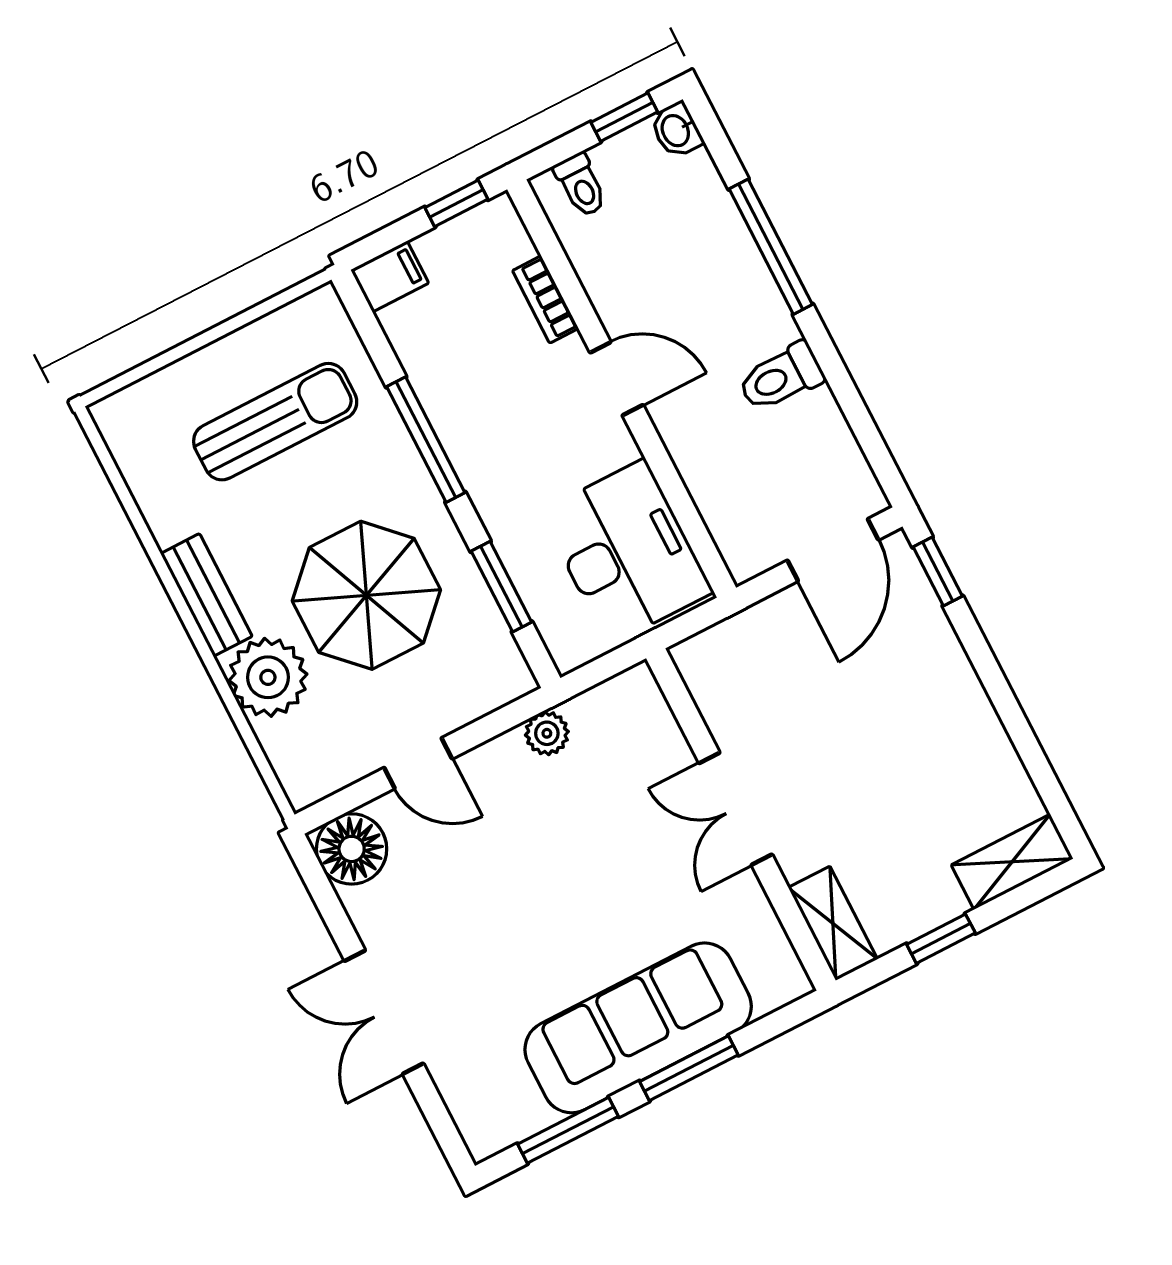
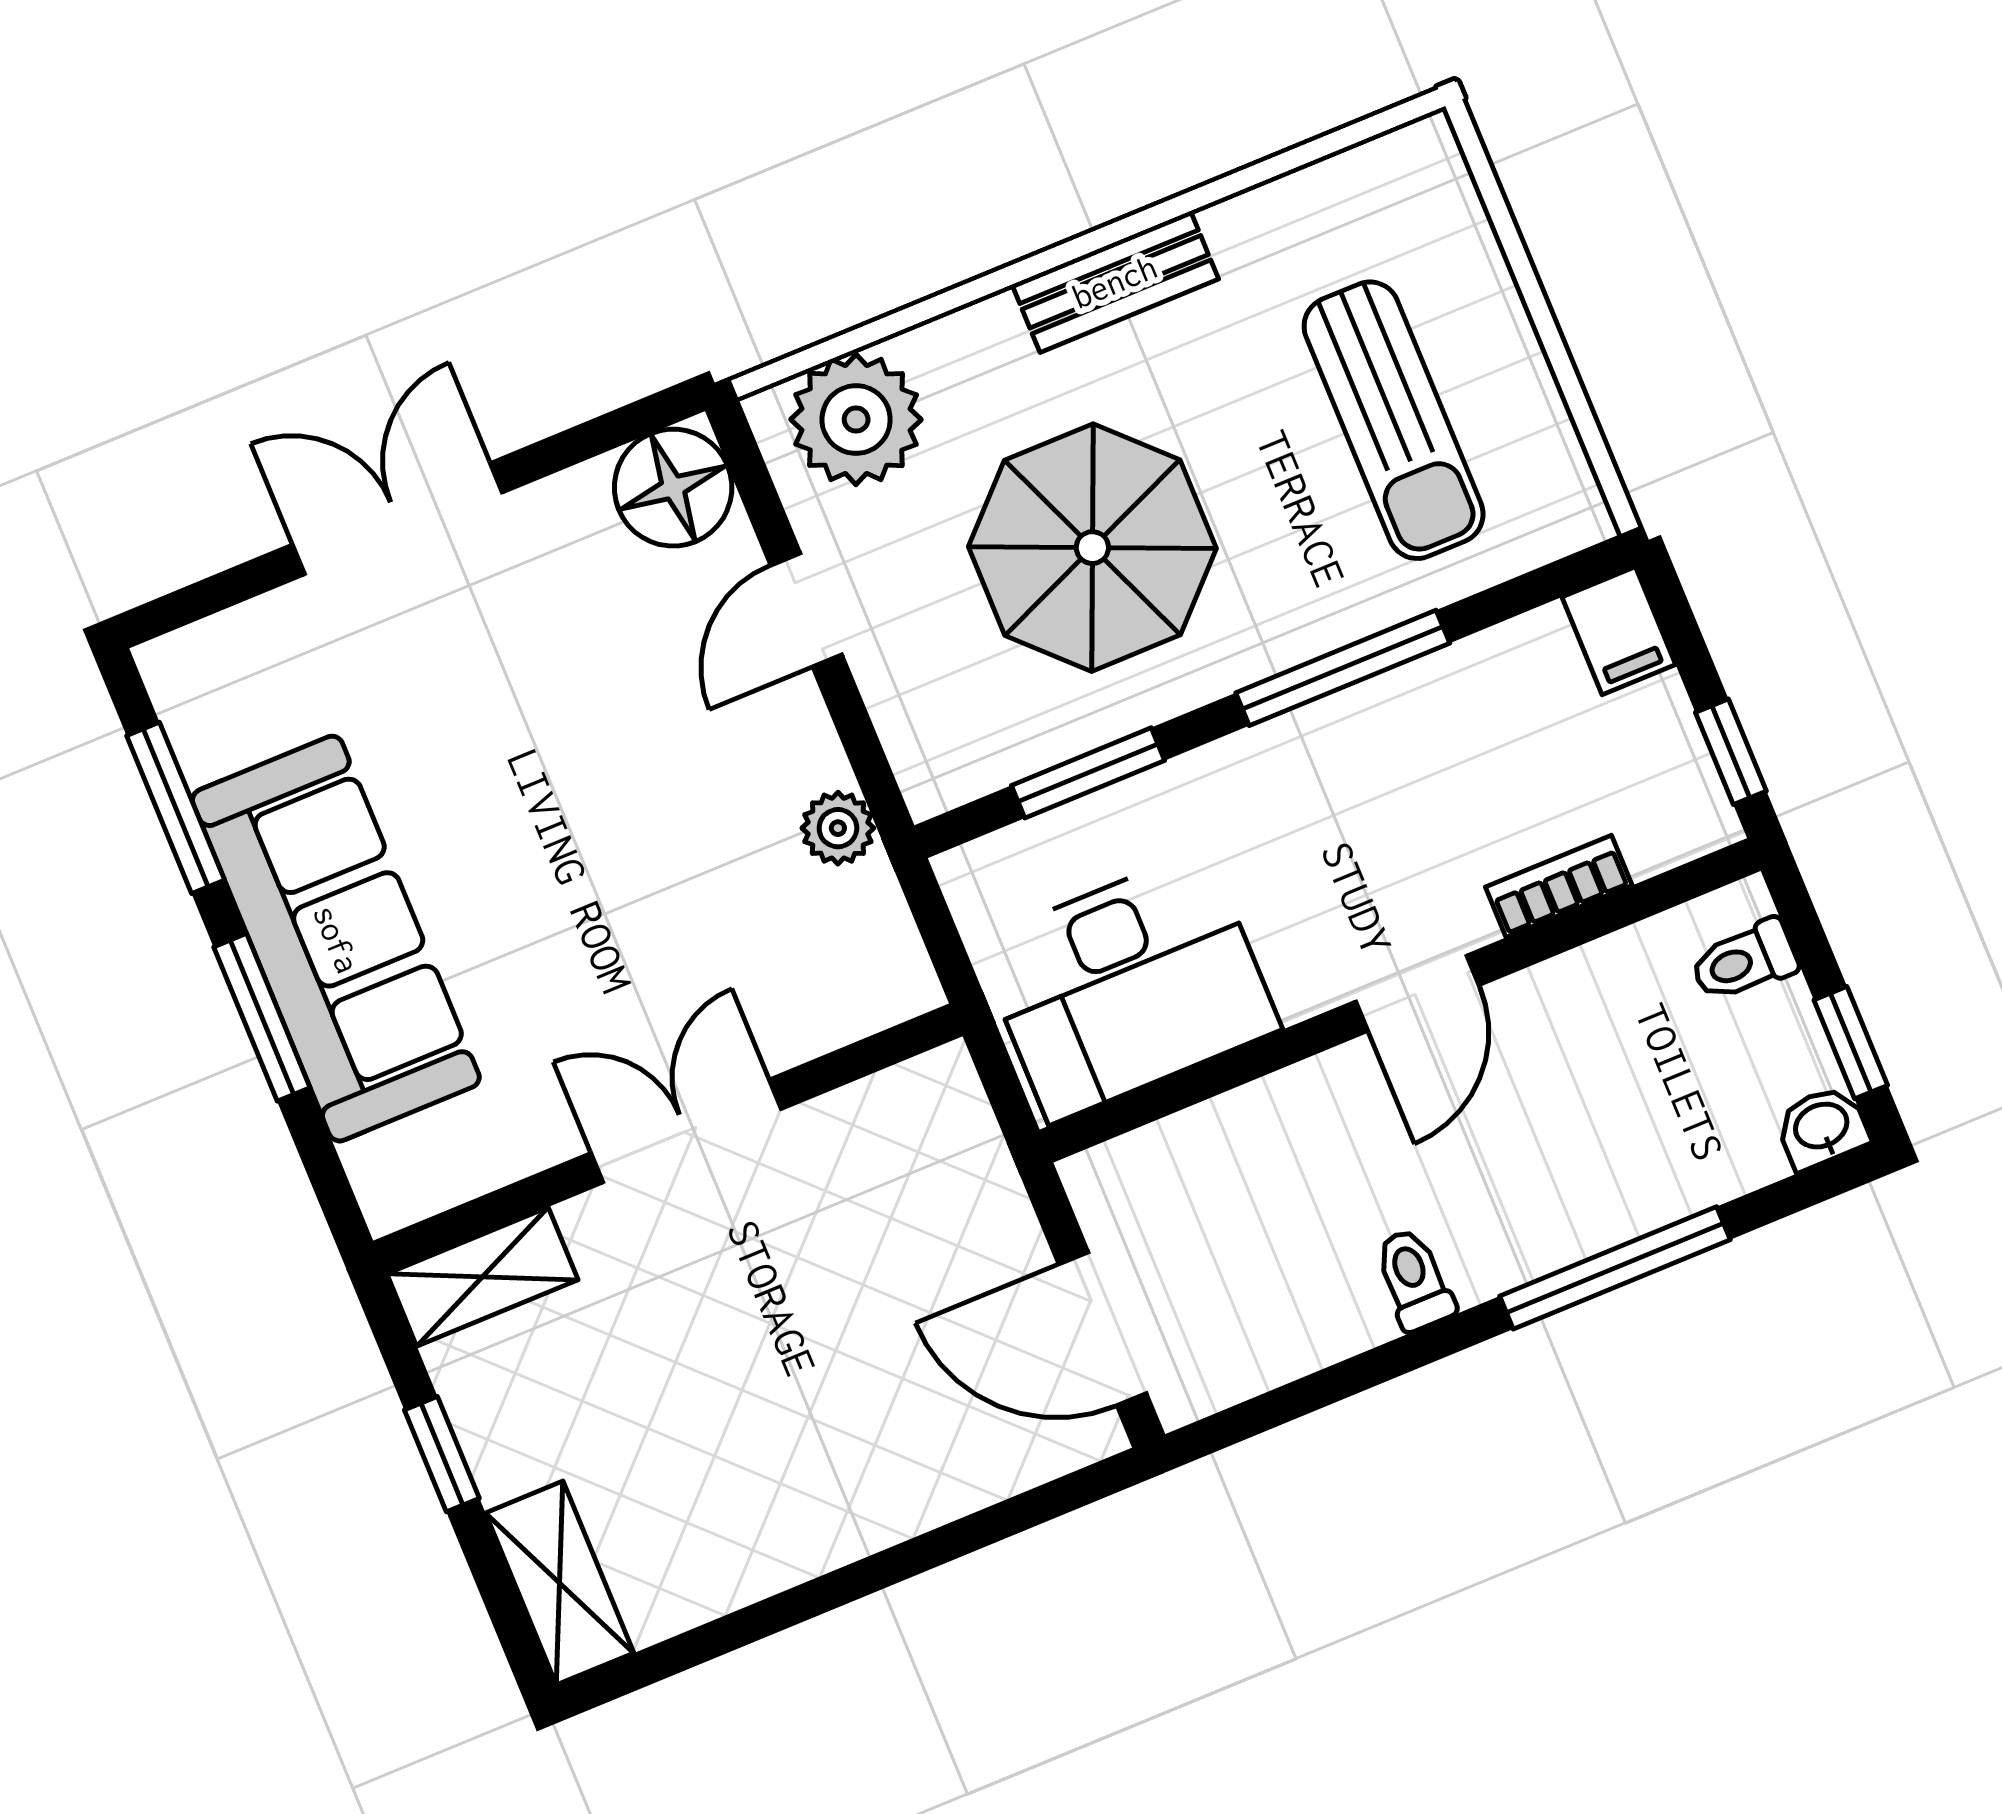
toilet: (781, 377) -> (1414, 1280), width x0.73, depth x0.72
window: (938, 572) -> (1052, 1500), removed
plant: (268, 677) -> (856, 420), moved

